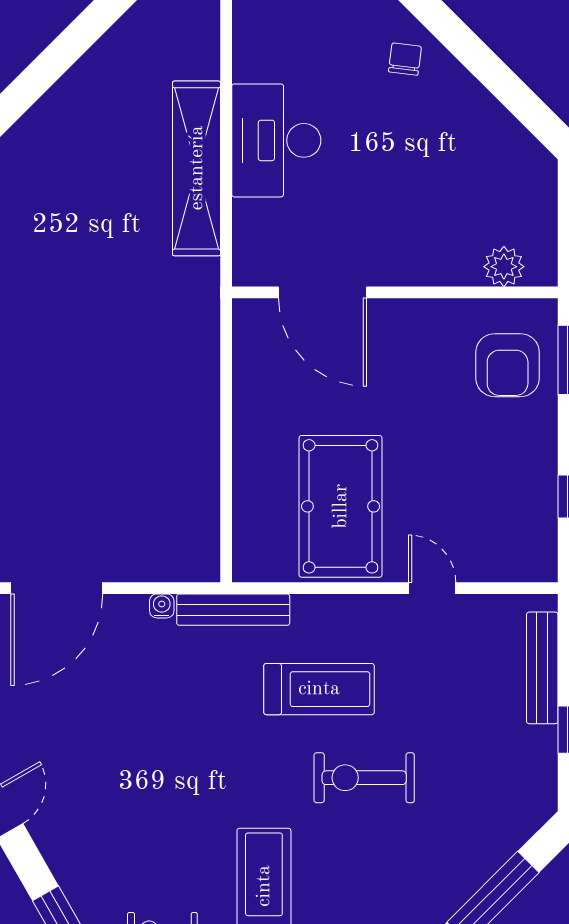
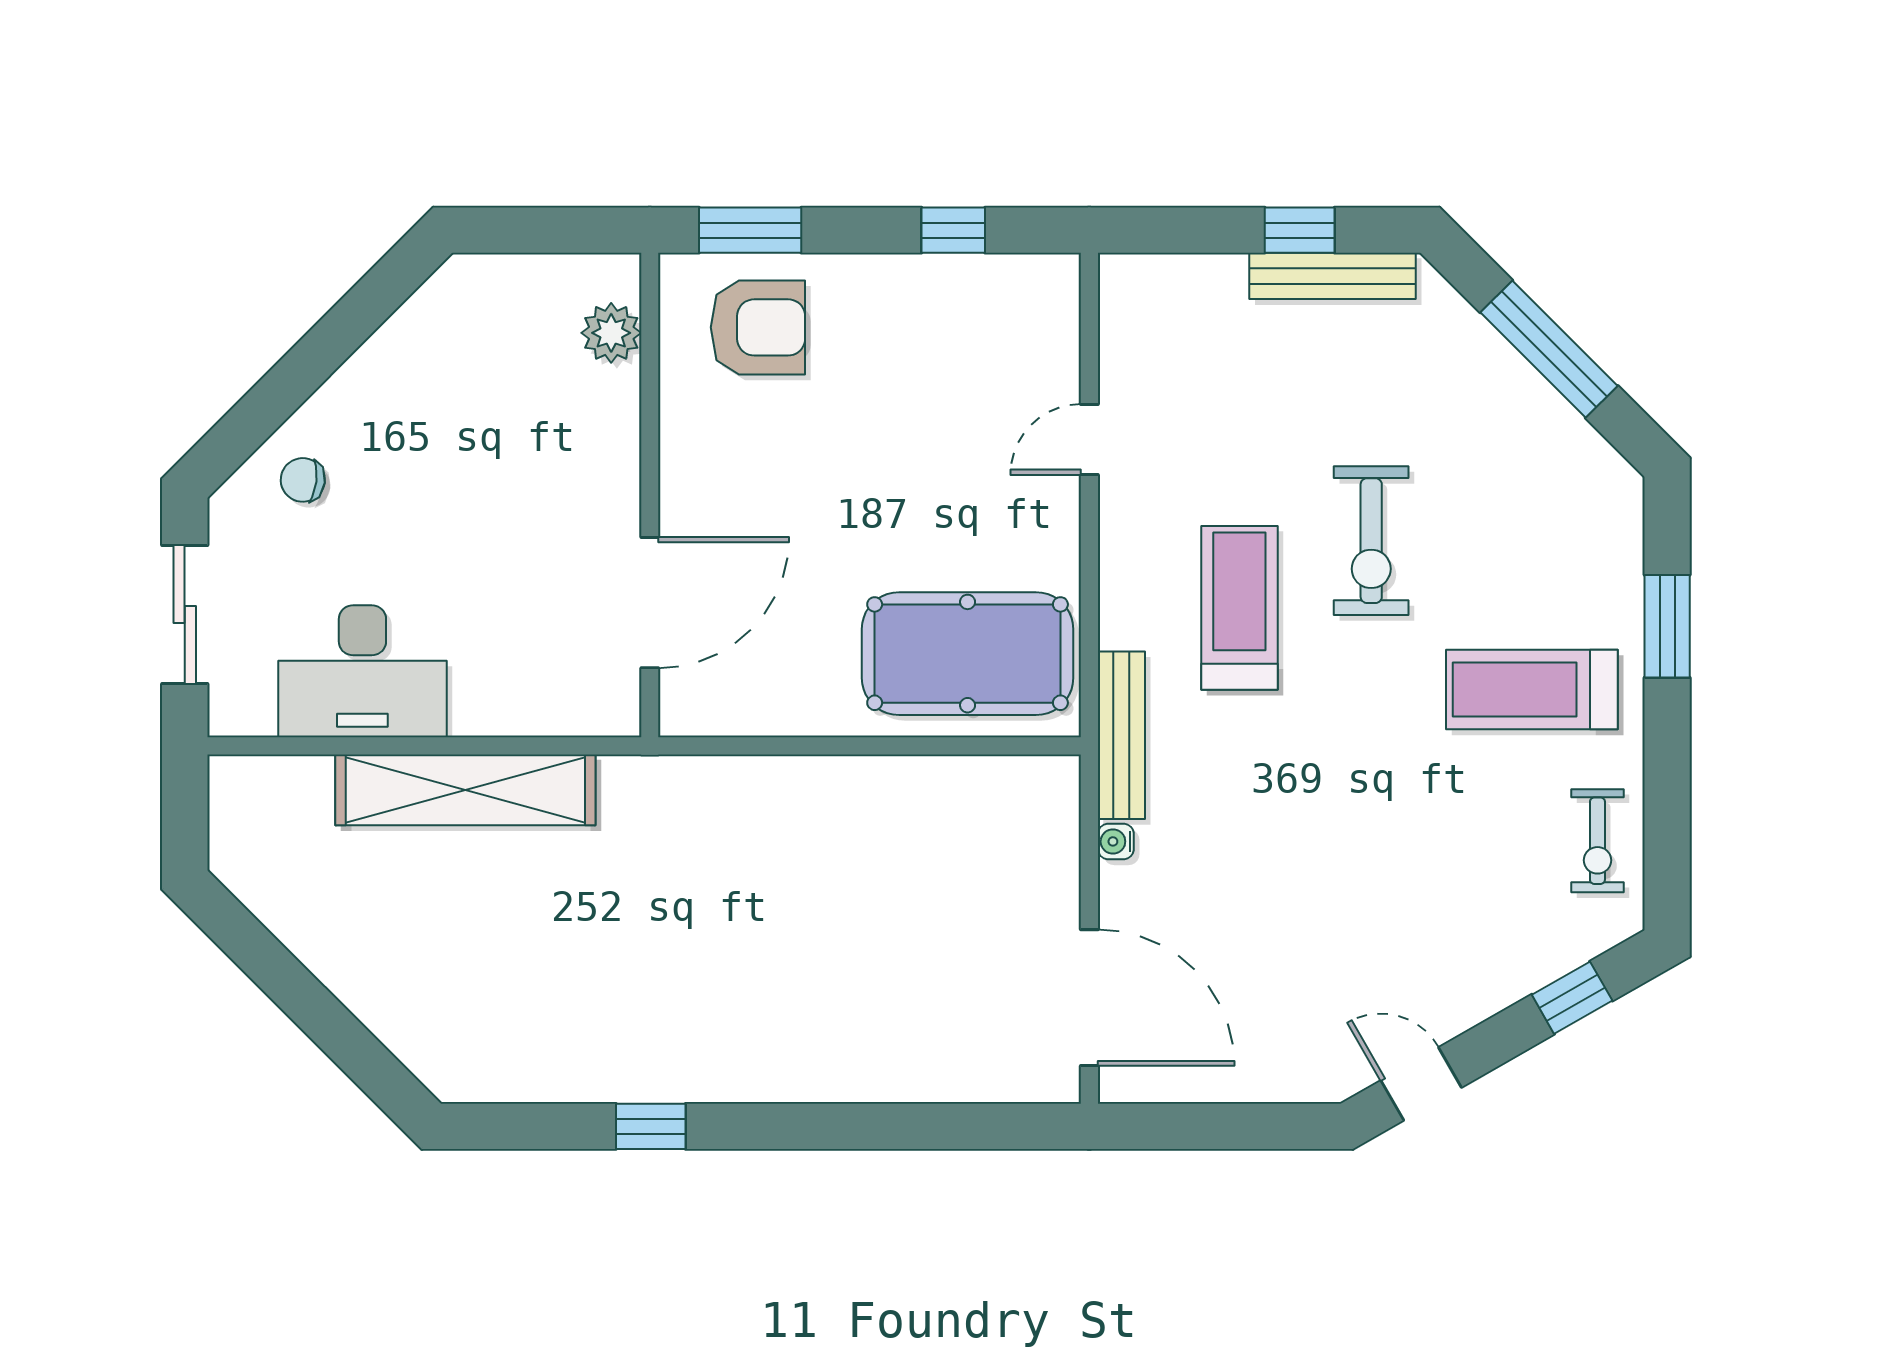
desk: (276, 140) -> (362, 671), moved
pool table: (341, 506) -> (968, 654), moved
bench: (542, 668) -> (1333, 276), moved

